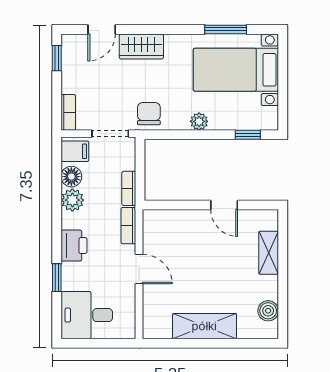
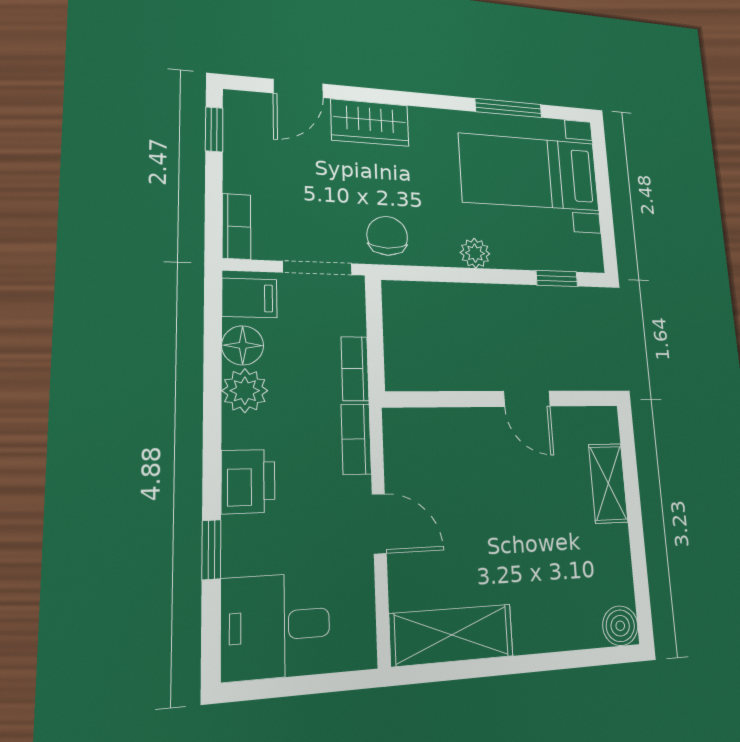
boiler: (268, 311) -> (620, 626), moved
shelving: (204, 326) -> (452, 635), moved

